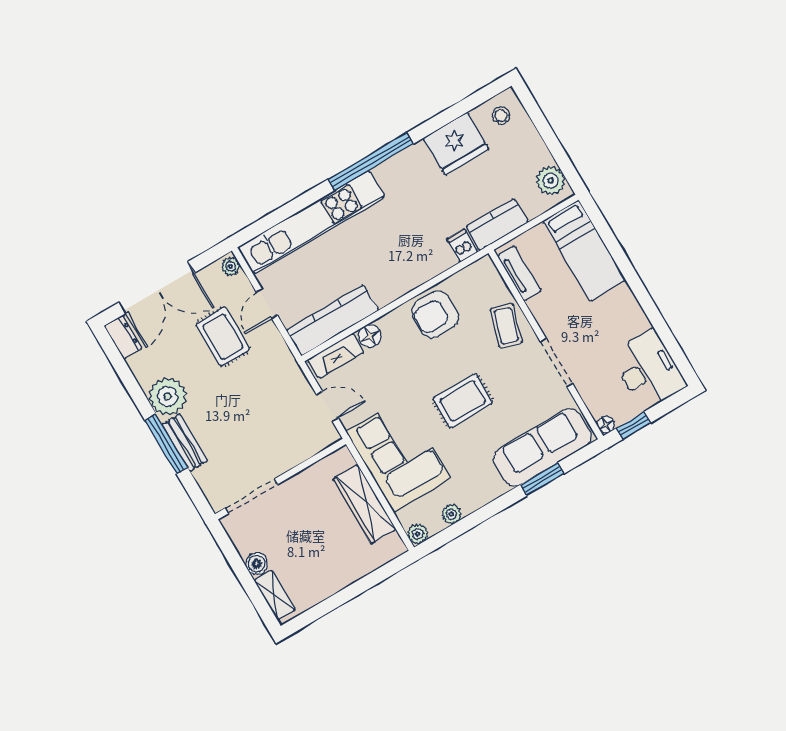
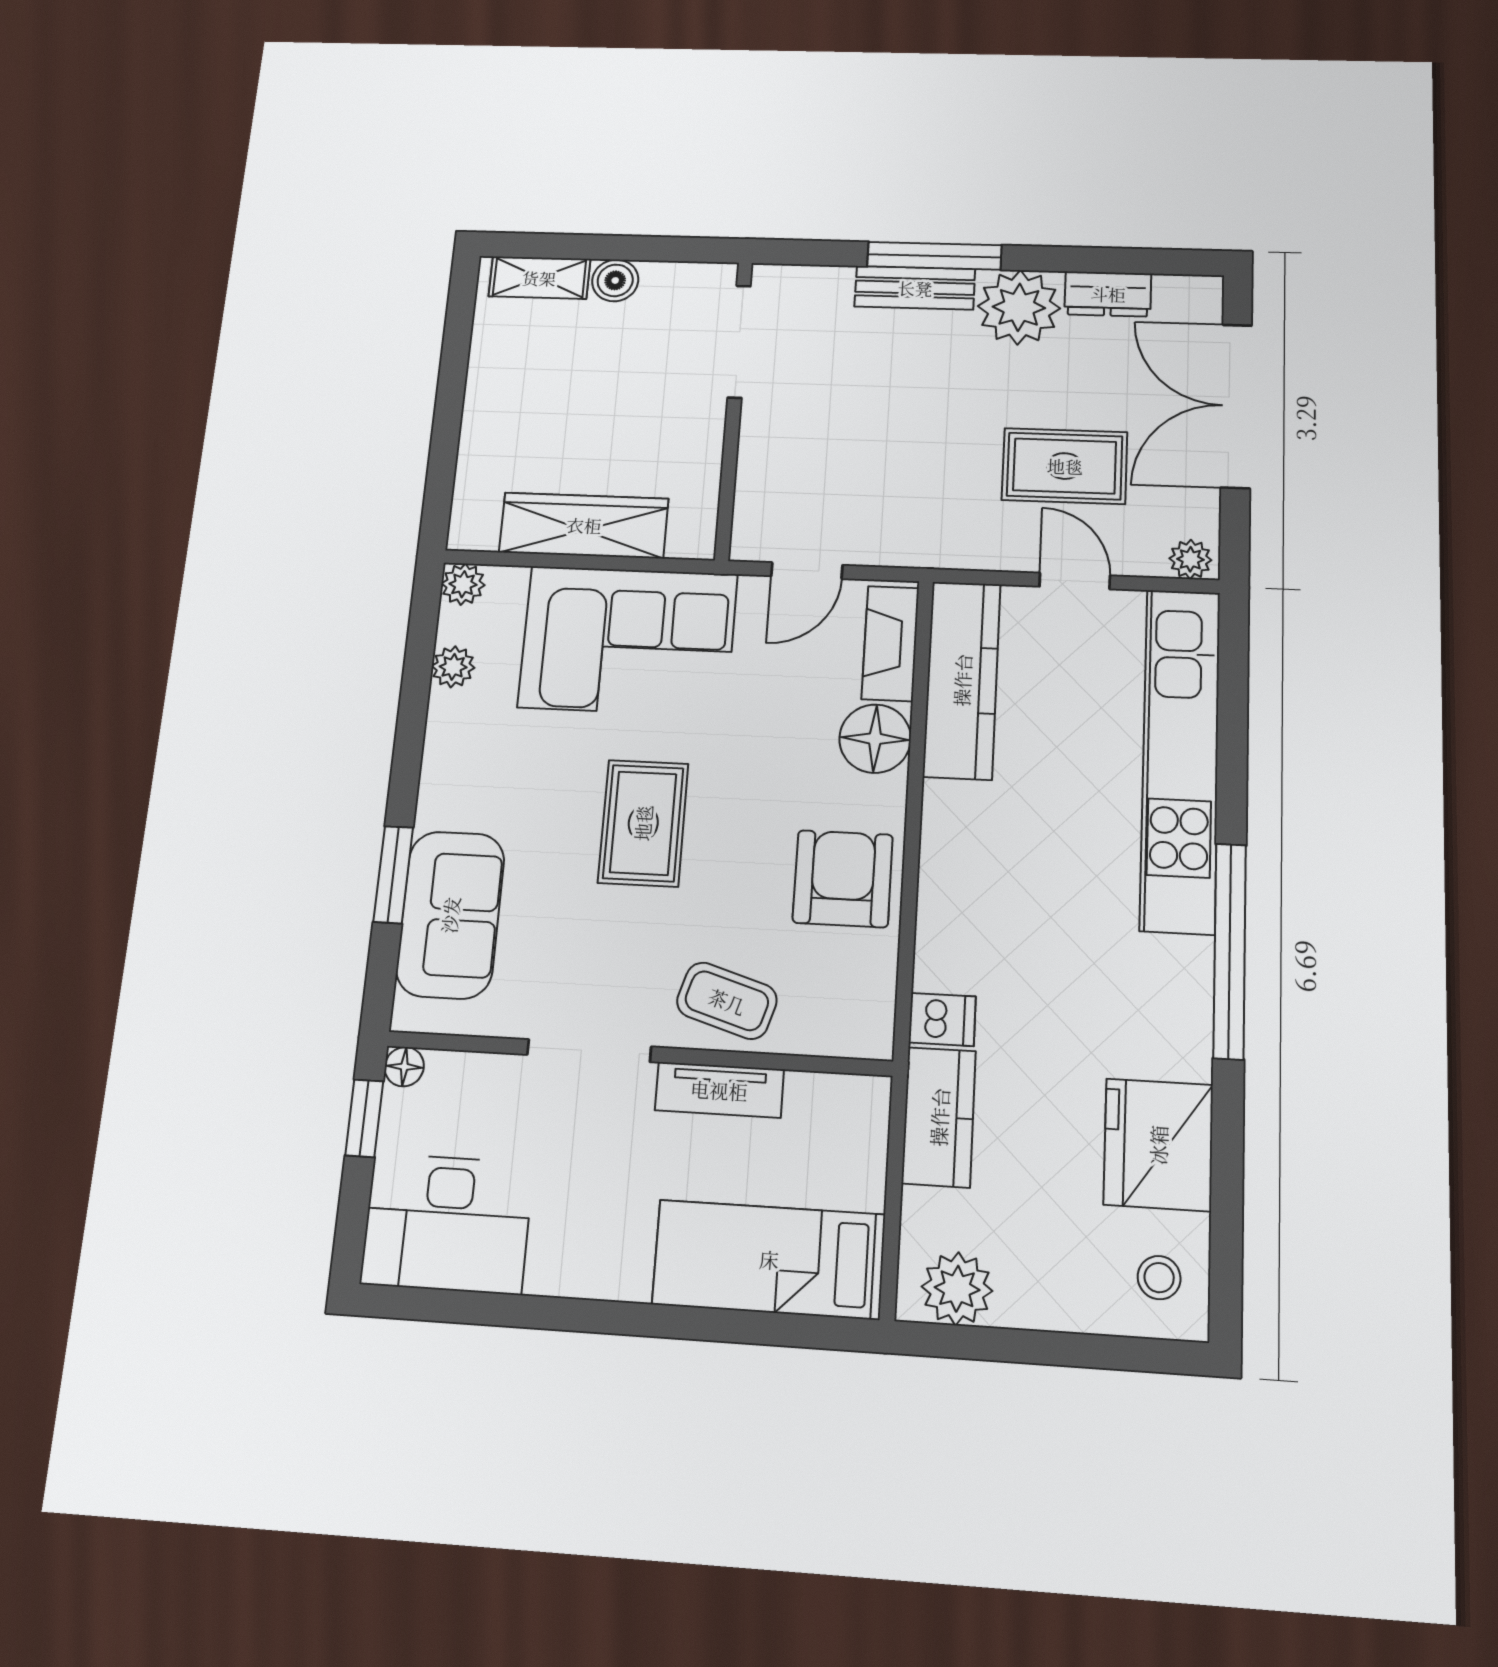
tv unit: (519, 273) -> (719, 1090), moved
floor lamp: (370, 336) -> (875, 739), width x1.38, depth x1.38
dresser: (123, 337) -> (1108, 294), moved
sofa: (542, 447) -> (450, 915), width x0.73

